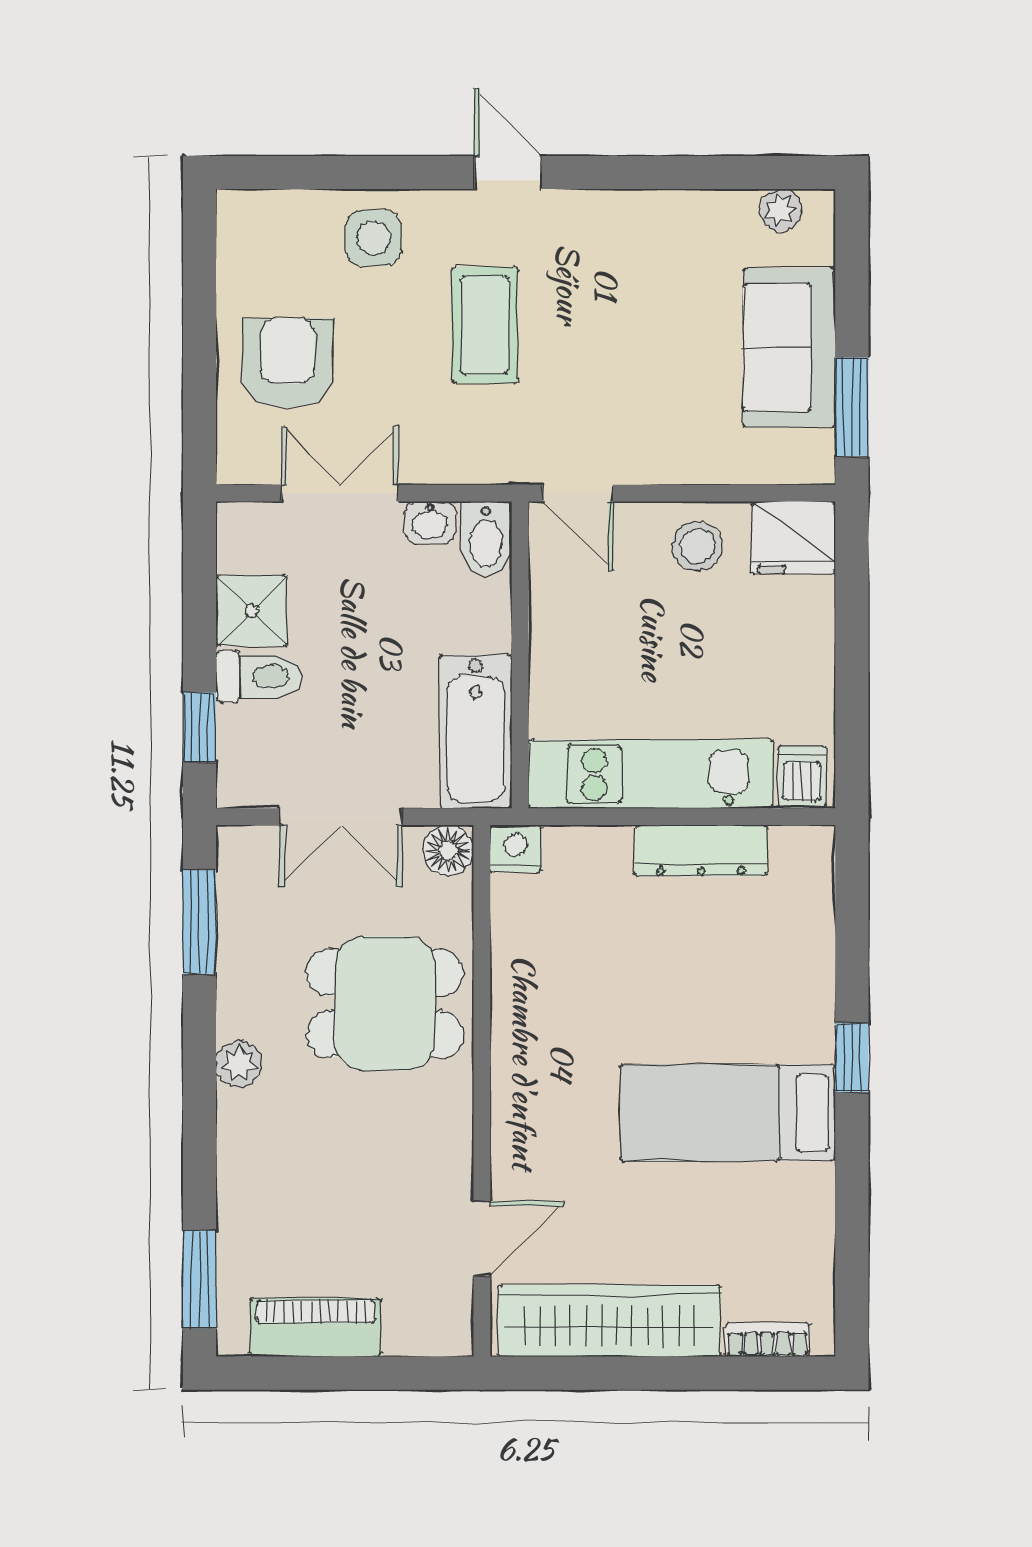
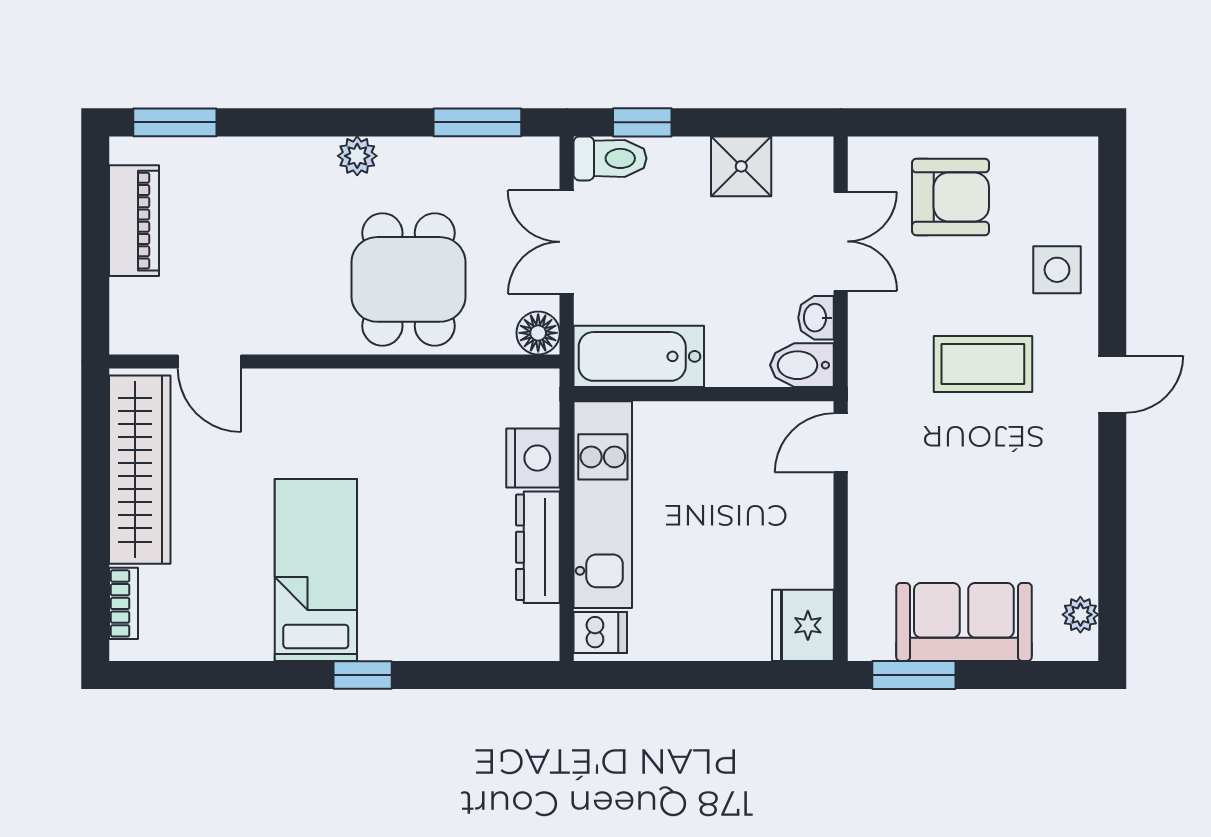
stool: (697, 546) -> (796, 544), removed
toilet: (259, 677) -> (610, 158), moved, turned -90
nightstand: (516, 849) -> (533, 458), moved, width x1.36, depth x1.33

